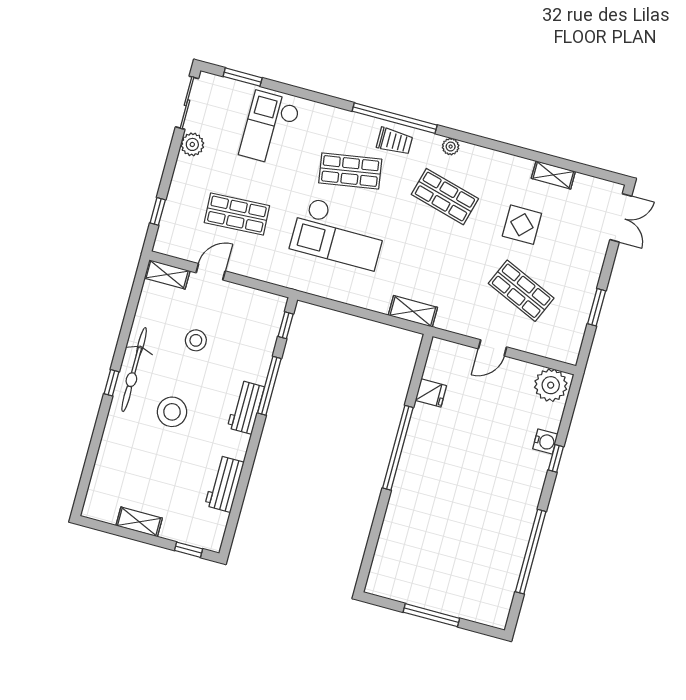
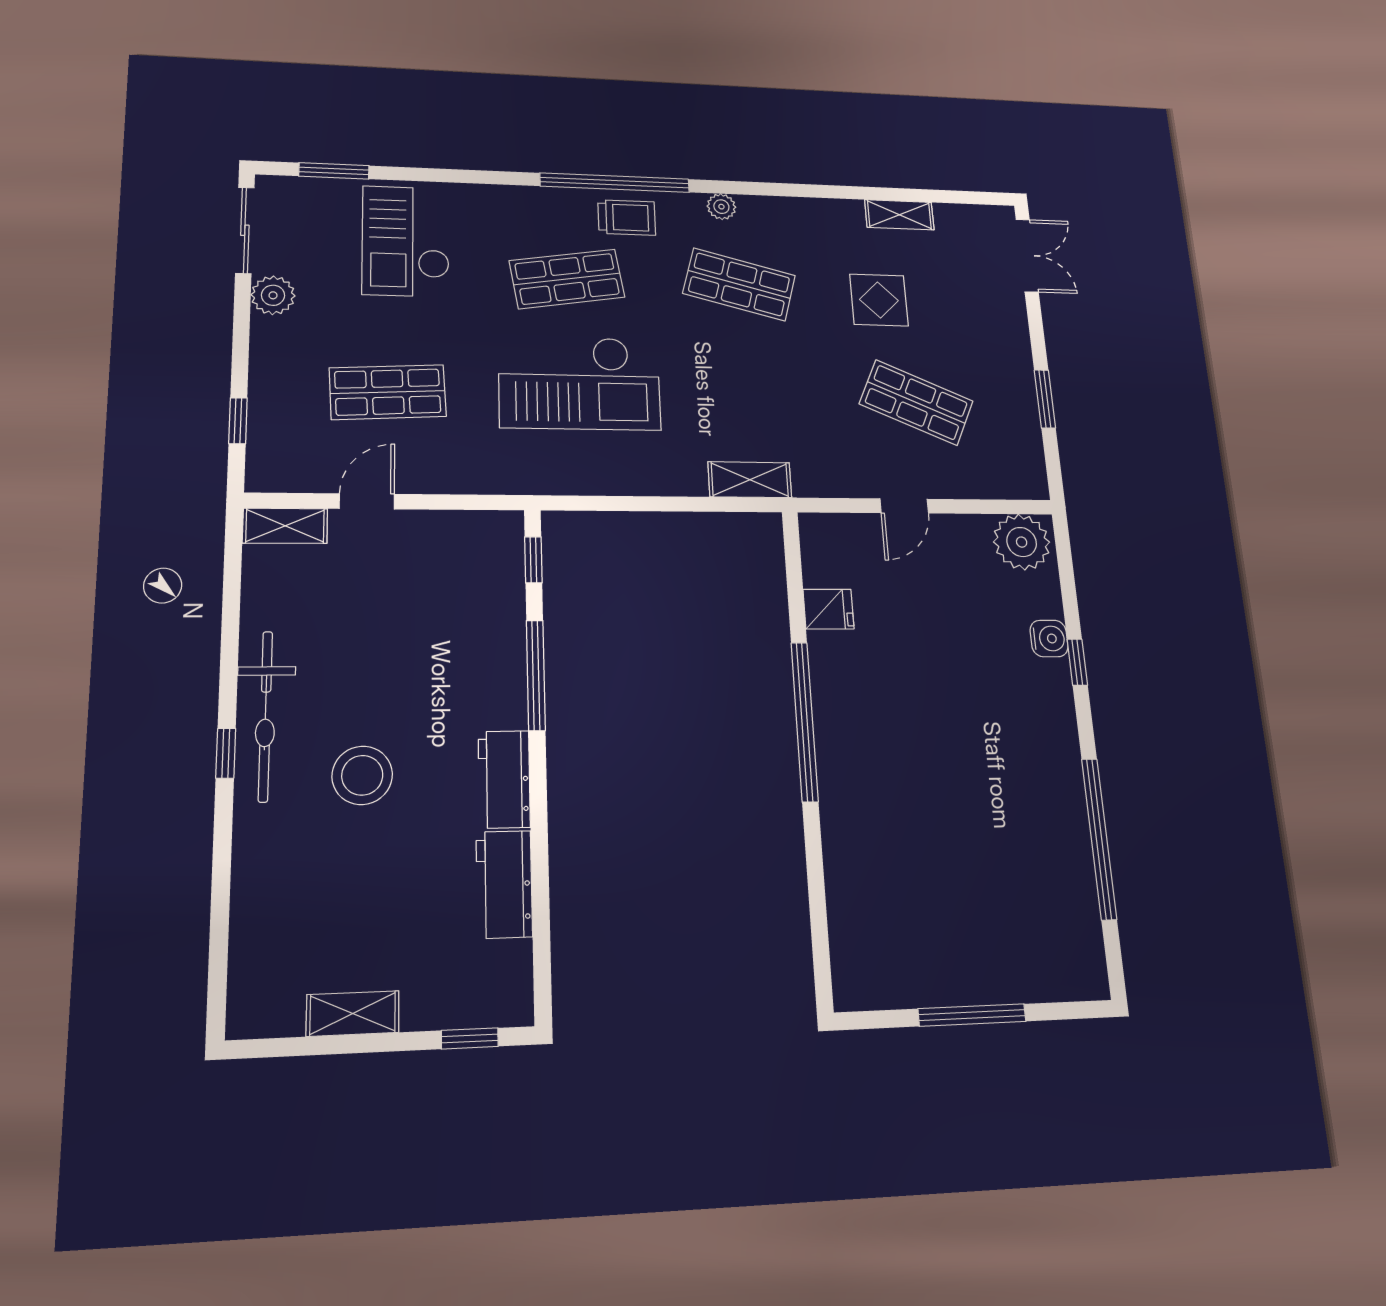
stool: (196, 340) -> (373, 630), removed
workbench: (246, 407) -> (504, 779), moved

